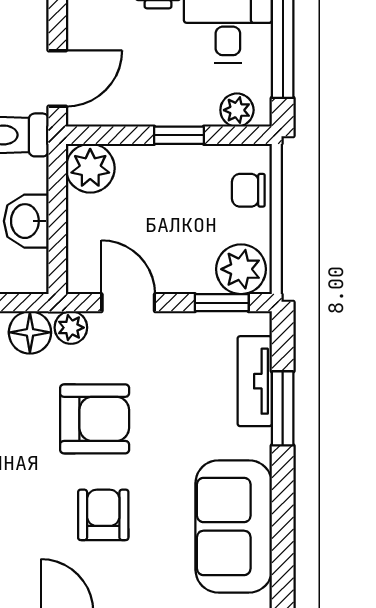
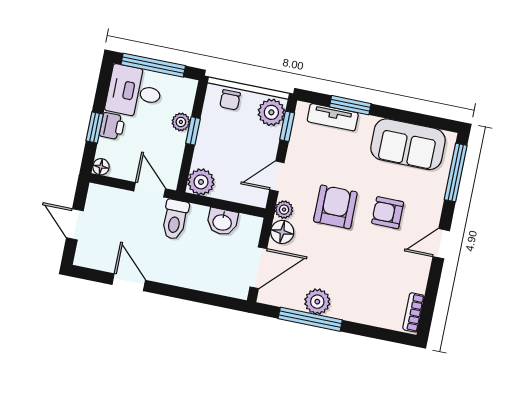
plant: (237, 110) -> (181, 122), moved

